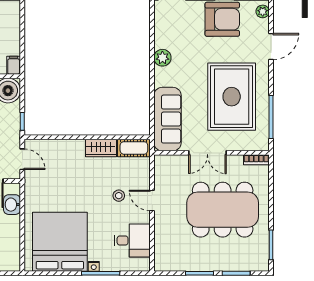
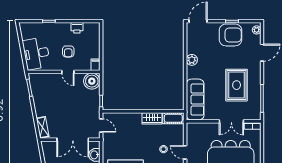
rug: (232, 97) -> (237, 85), width x0.73, depth x0.69
double door: (207, 153) -> (231, 121), moved

